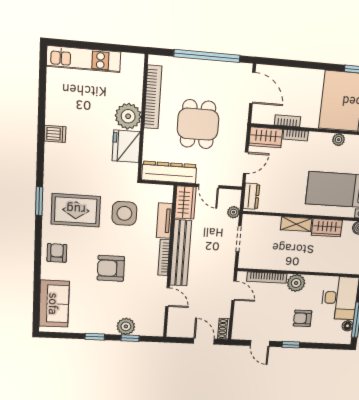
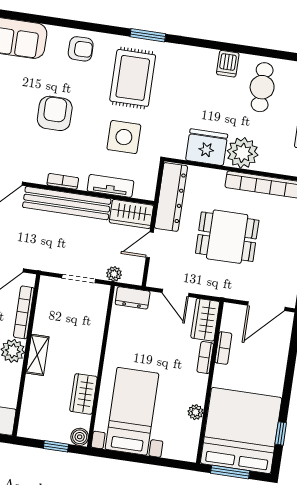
cafe table: (72, 104) -> (262, 87), added
shelving: (296, 224) -> (37, 355), moved
bookcase: (164, 258) -> (63, 181), width x0.64

